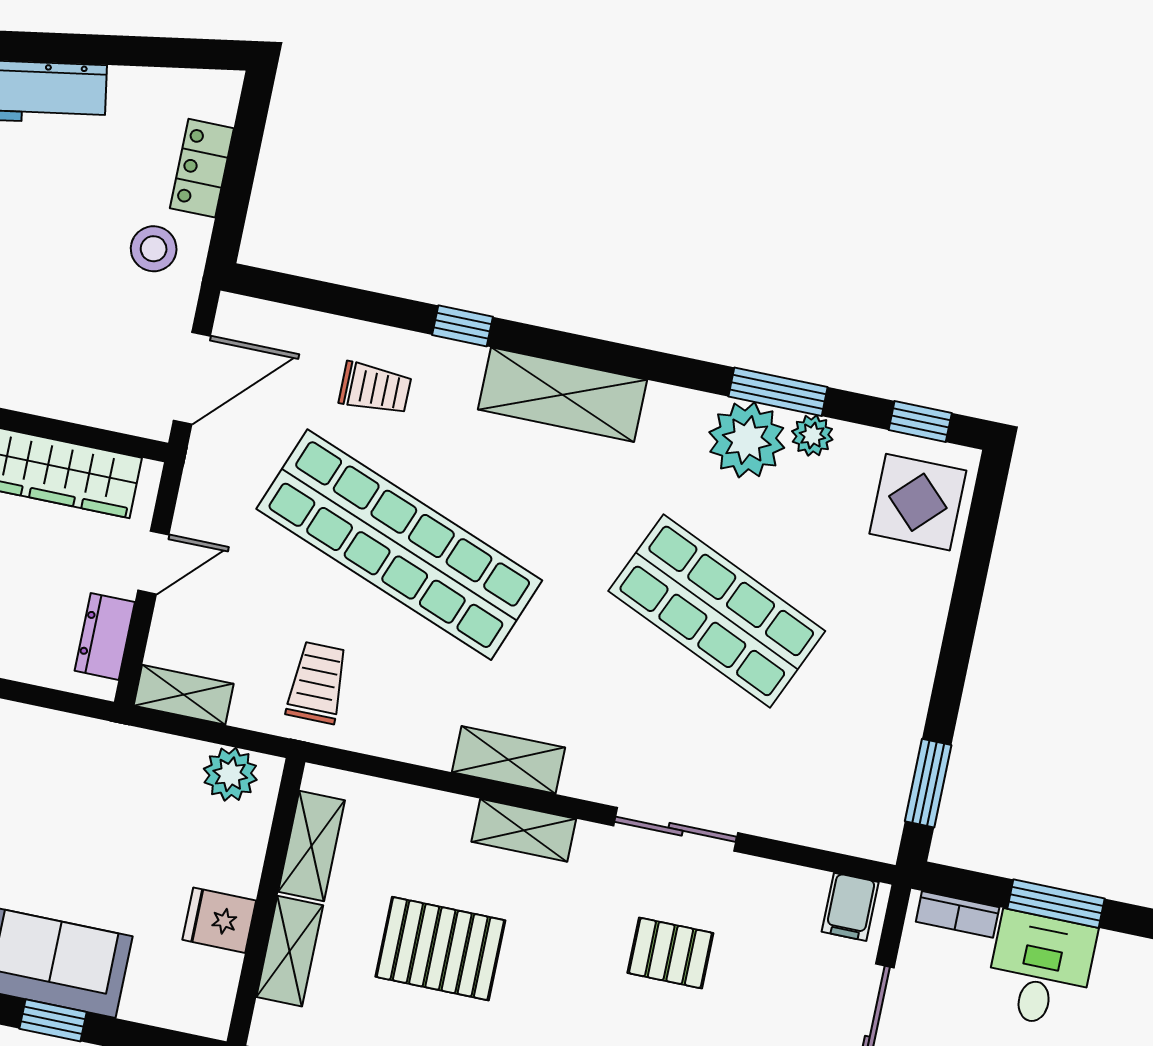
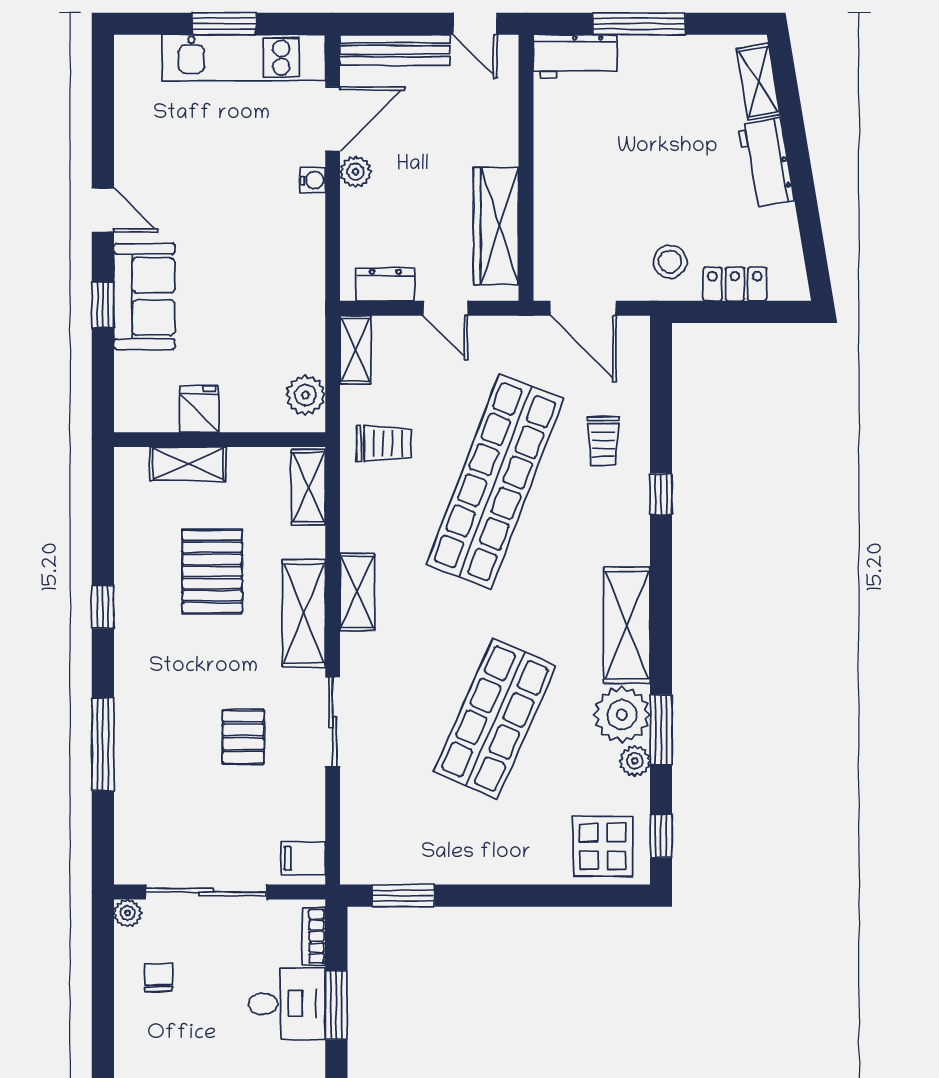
shelving: (563, 395) -> (627, 625), moved
shelving: (524, 830) -> (304, 613), width x1.50, depth x1.33
shelving: (312, 846) -> (308, 487), moved, turned 90

